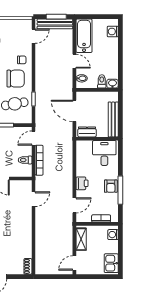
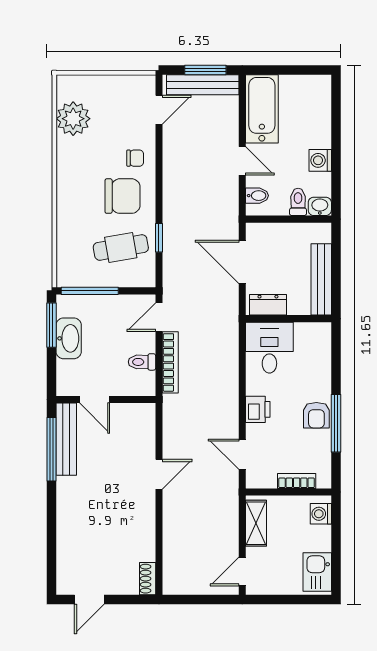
washing machine: (113, 31) -> (320, 160), moved
desk: (104, 153) -> (269, 348), moved
door: (33, 199) -> (159, 474), moved
door: (74, 205) -> (242, 454), swing flipped

